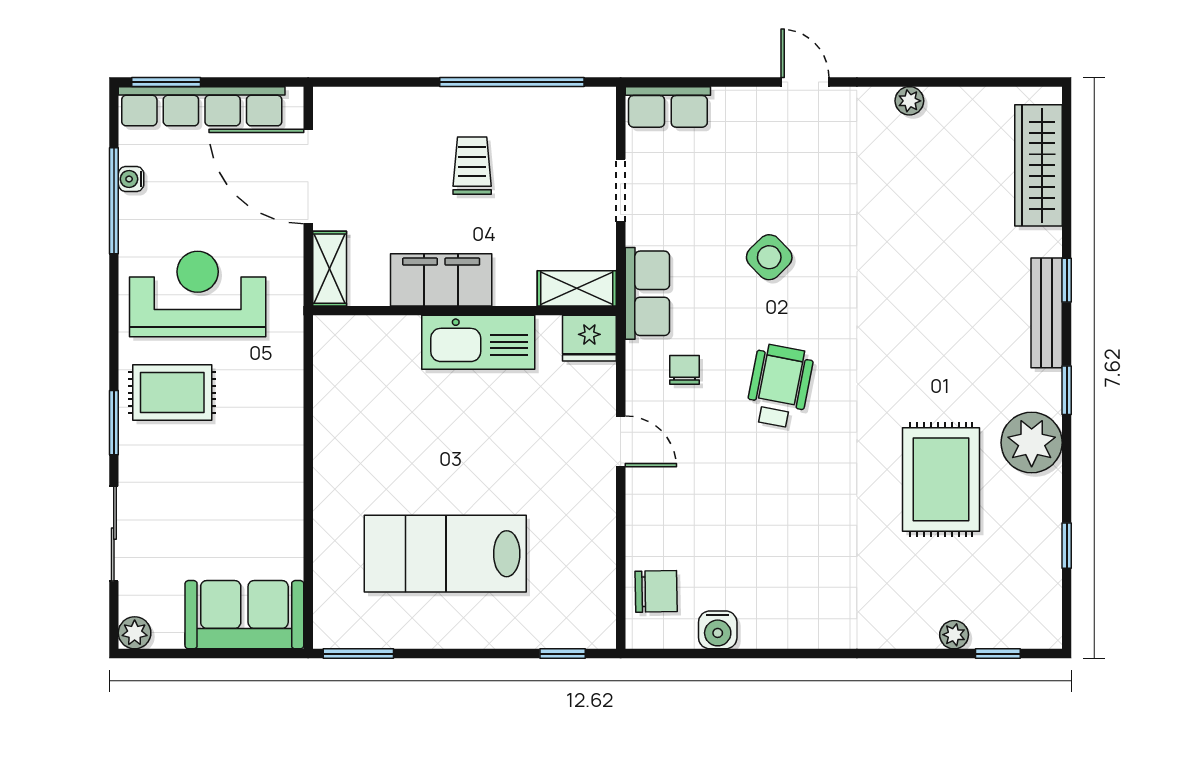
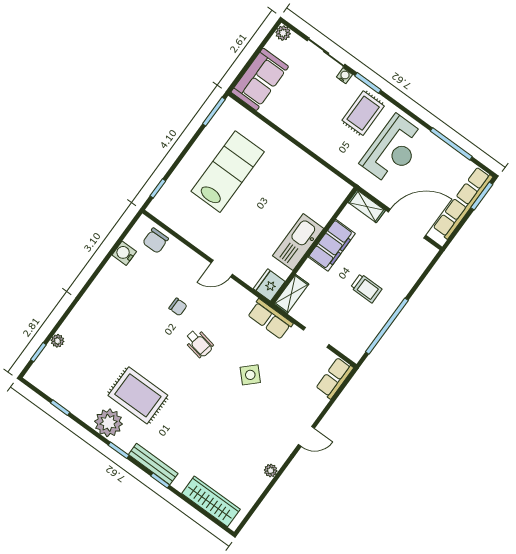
water cooler: (131, 179) -> (344, 76), moved
chair: (685, 370) -> (178, 307), moved
wheelchair: (779, 386) -> (199, 343), width x0.73, depth x0.73
rug: (941, 479) -> (138, 395), moved

